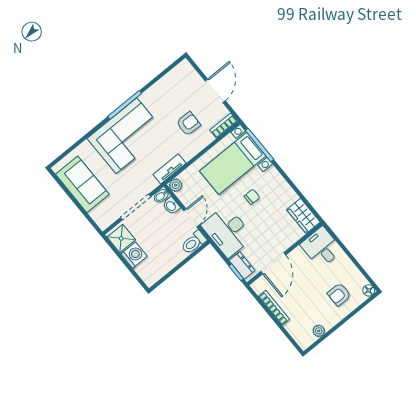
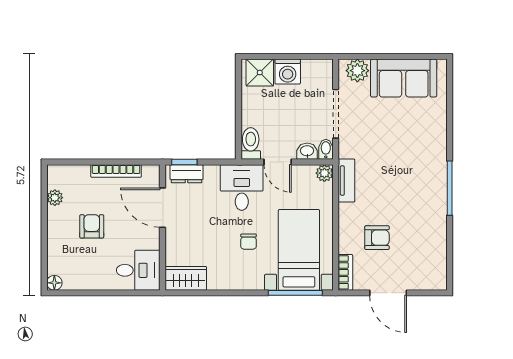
armchair: (188, 124) -> (377, 238), turned -92
corner sofa: (126, 136) -> (417, 164), removed
plant: (100, 215) -> (357, 71), added
desk: (227, 231) -> (242, 187), width x0.73
shower: (121, 238) -> (260, 73), moved
armchair: (339, 294) -> (92, 226), moved

